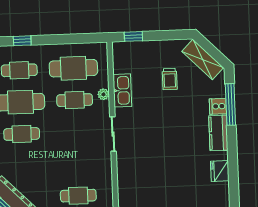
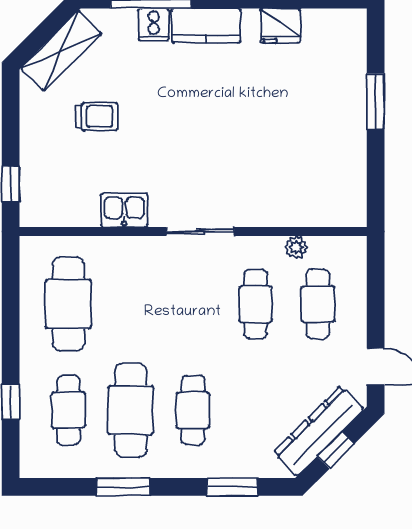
kitchen sink: (122, 90) -> (124, 210), width x0.73
plant: (103, 94) -> (296, 247), moved
cafe table: (75, 100) -> (256, 304), moved

